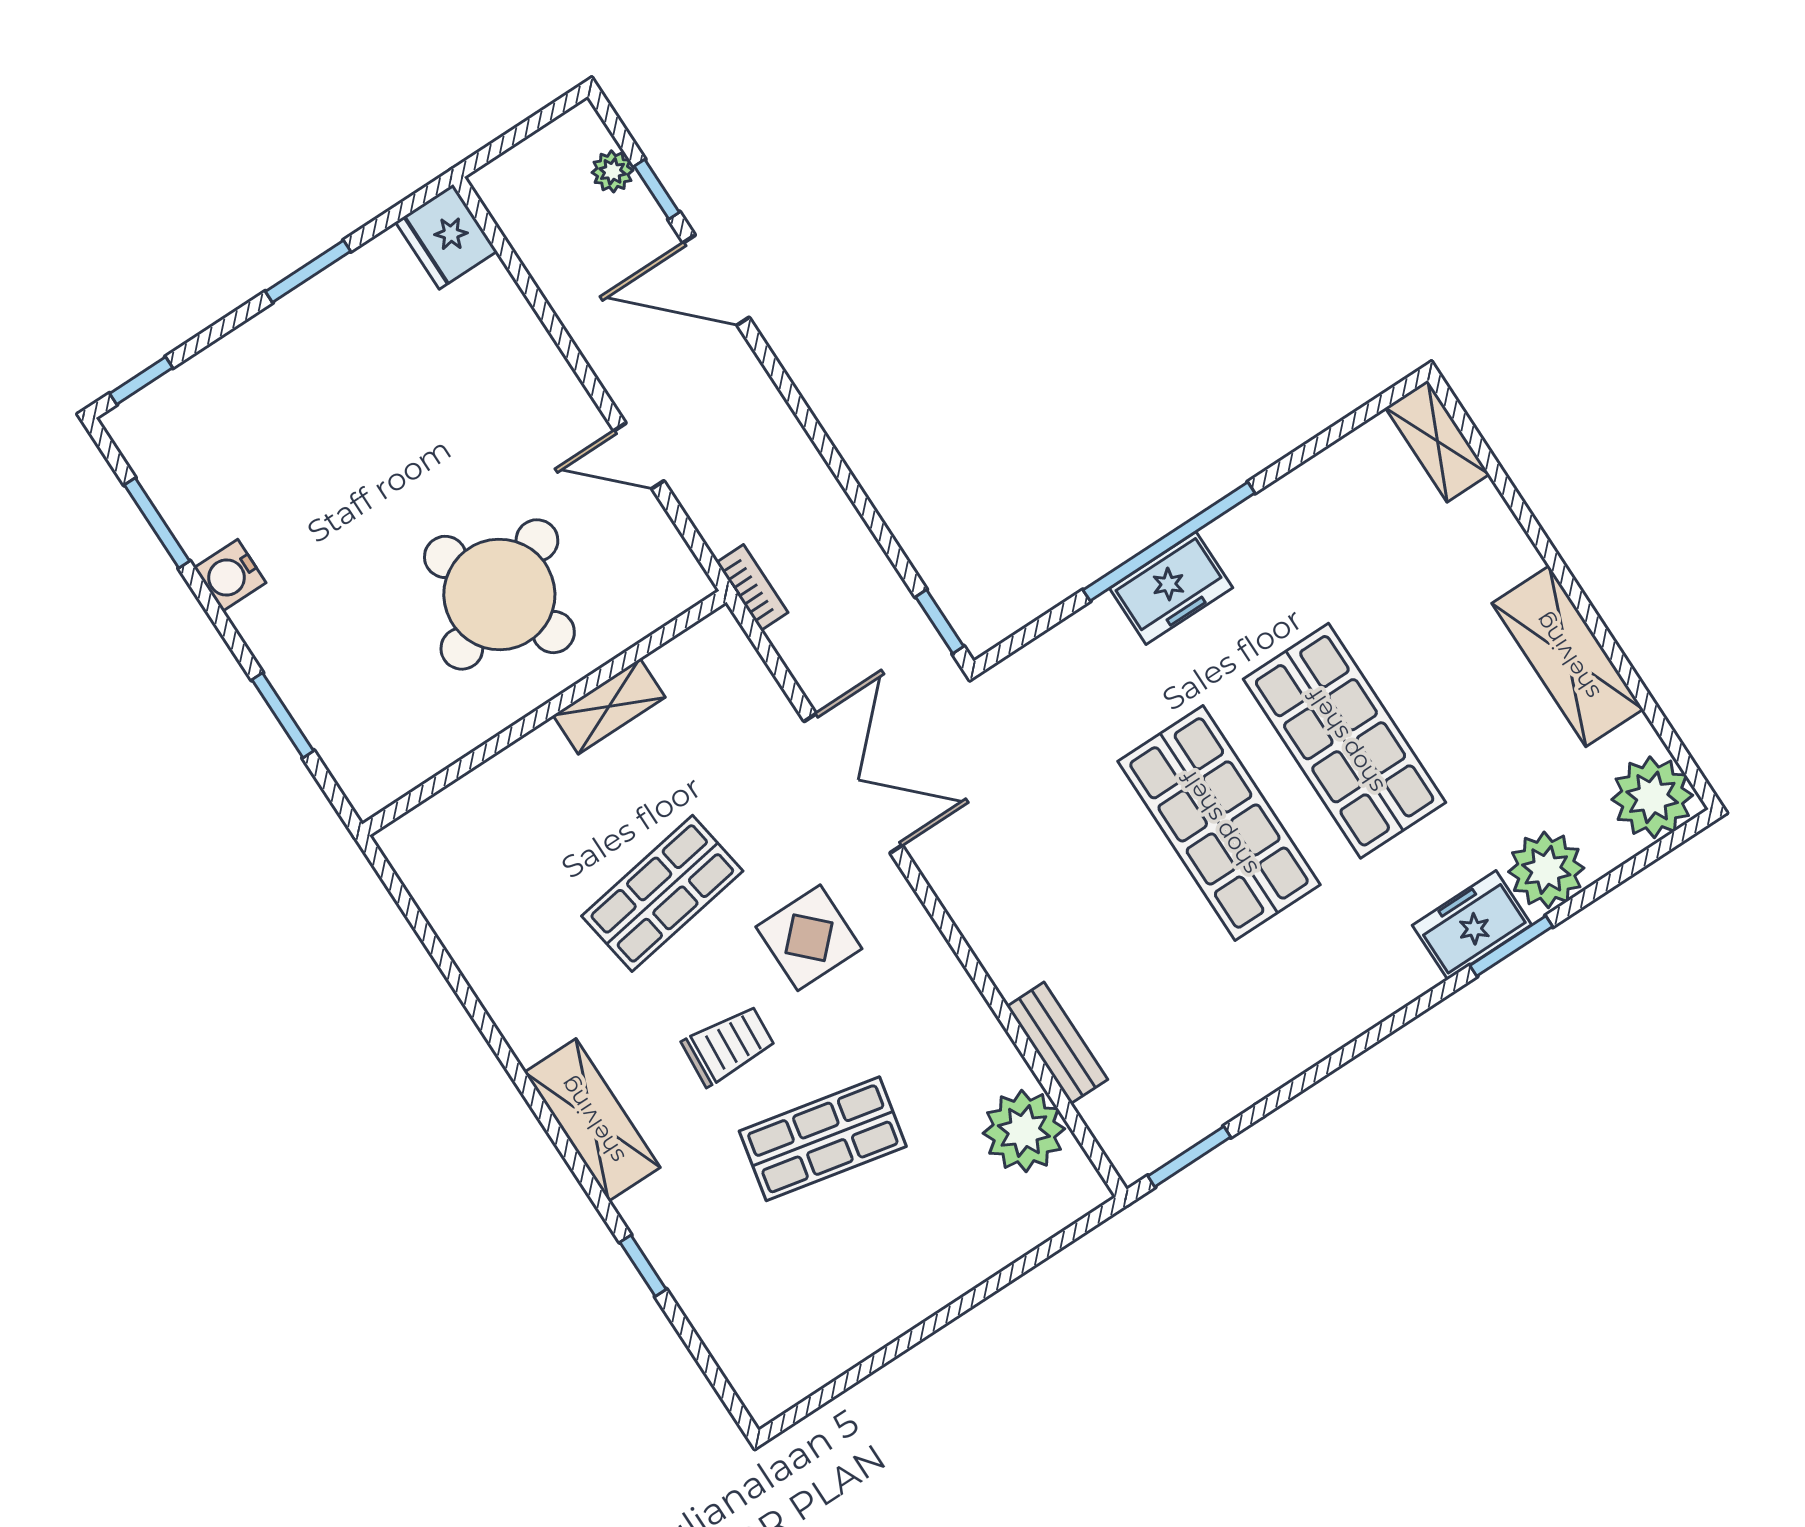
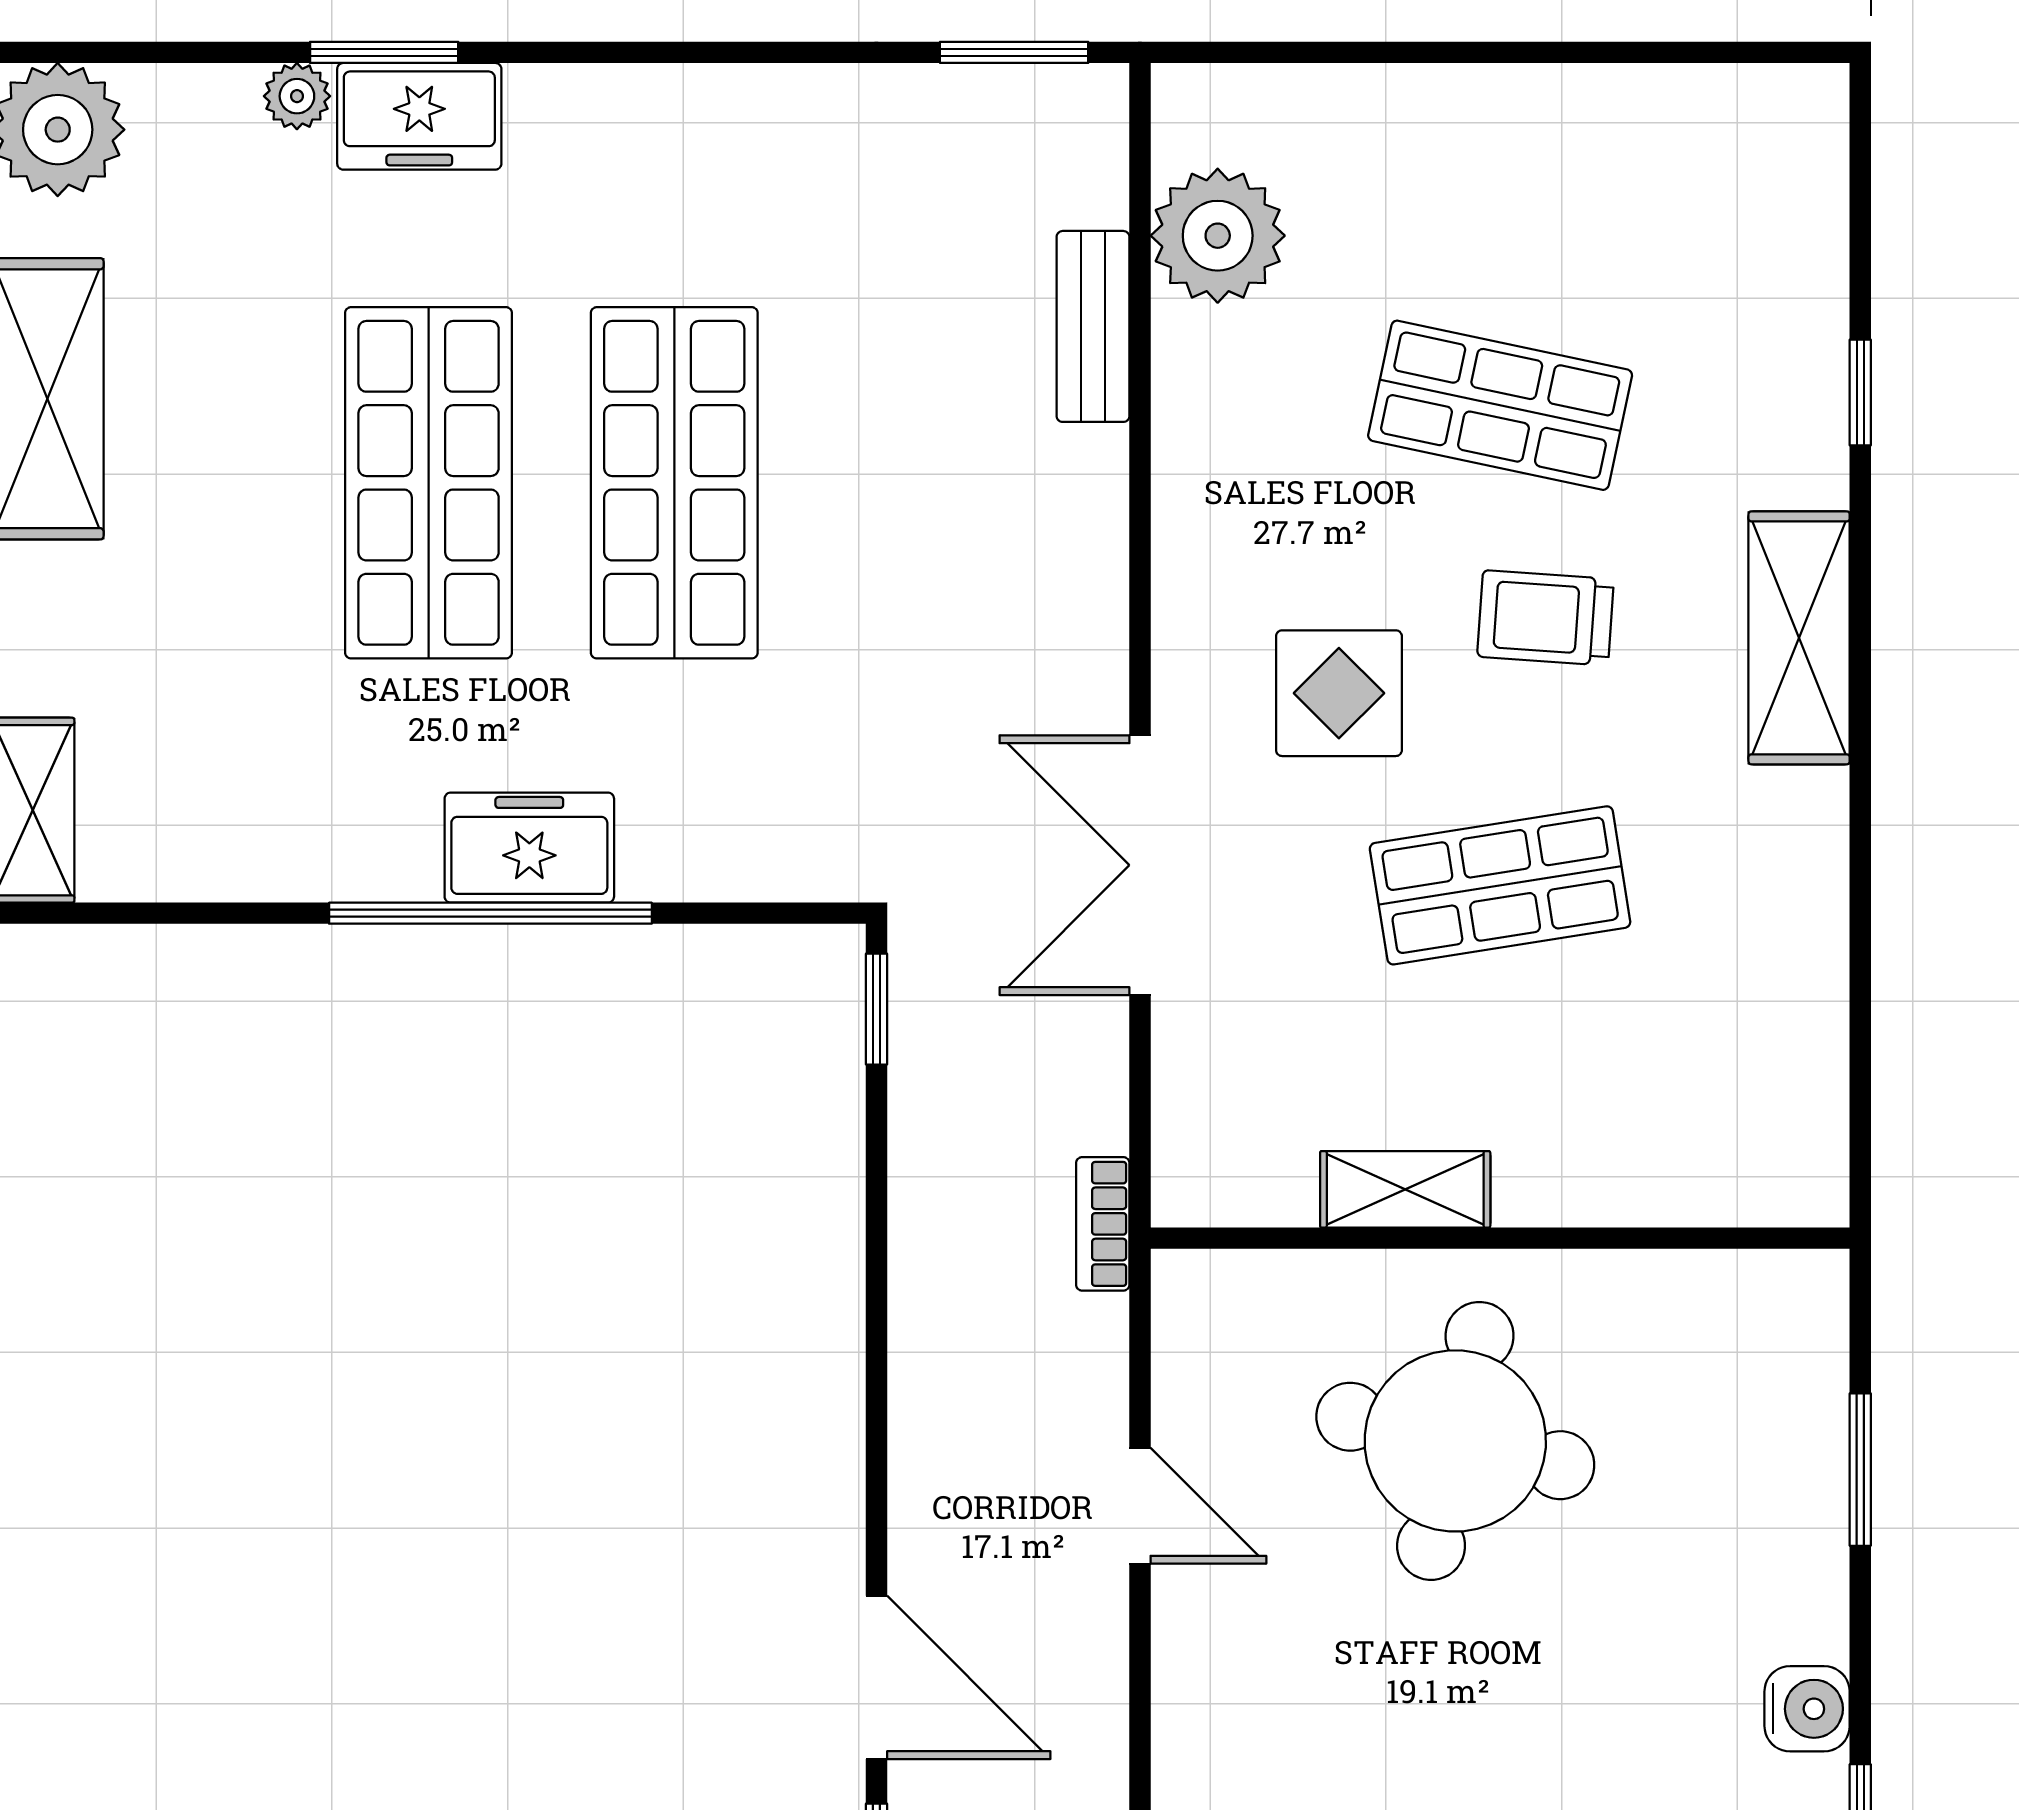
round table: (499, 594) -> (1455, 1441), turned 35
plant: (1546, 870) -> (297, 96), width x0.53, depth x0.53

